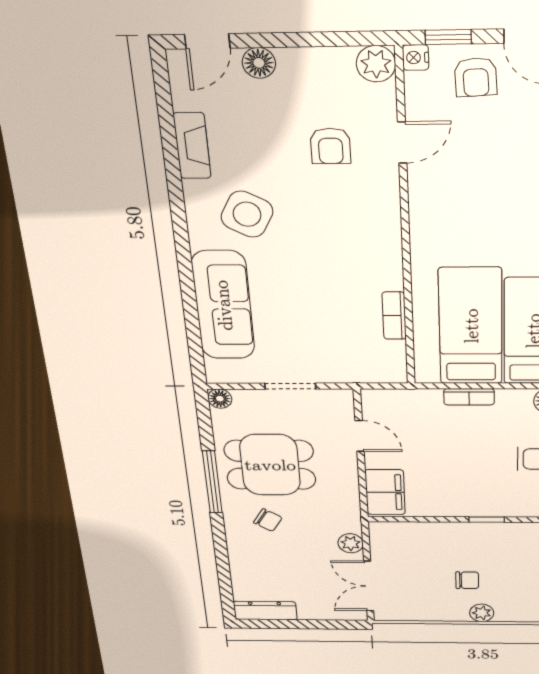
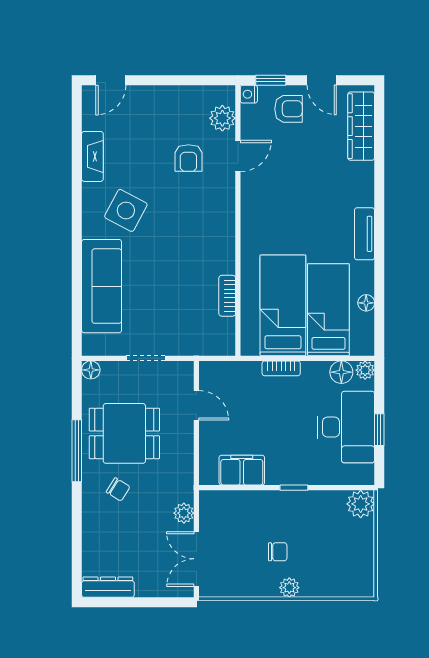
floor lamp: (259, 63) -> (144, 96), removed
plant: (376, 64) -> (222, 118), moved
armchair: (476, 77) -> (288, 109), turned -87
filing cabinet: (385, 492) -> (242, 470), moved, turned -90

